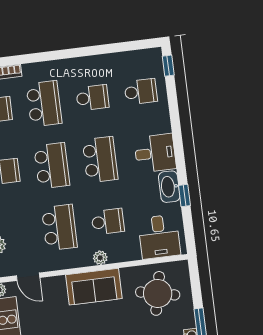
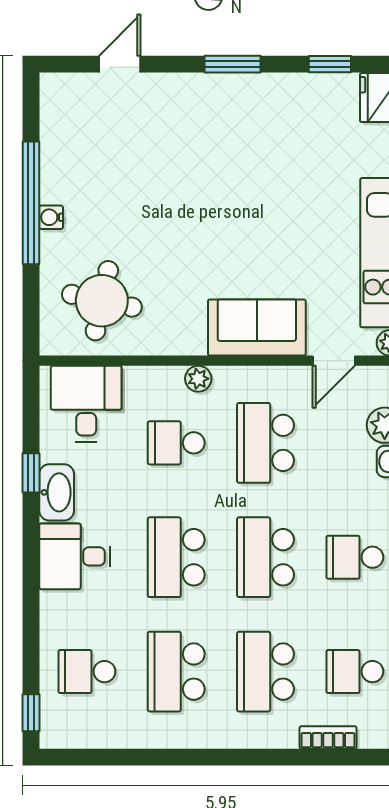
school desk: (92, 98) -> (176, 672), width x1.85
door: (28, 277) -> (334, 361), swing flipped
sofa: (94, 287) -> (257, 327), moved

